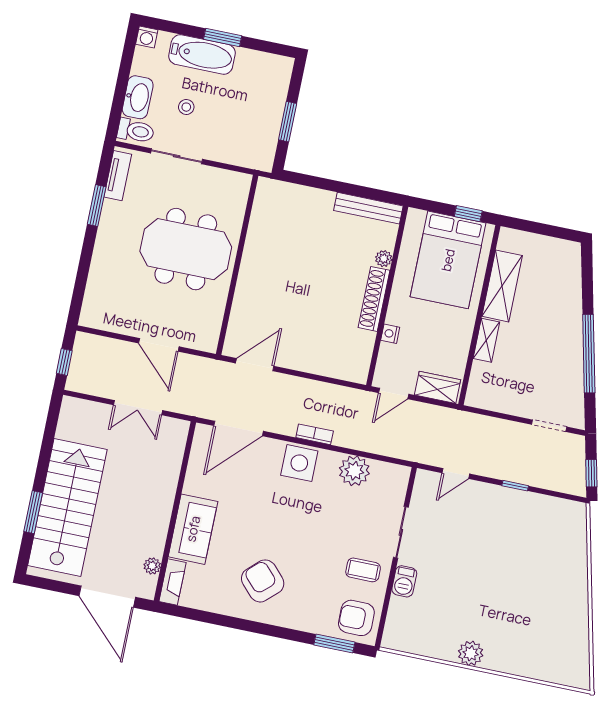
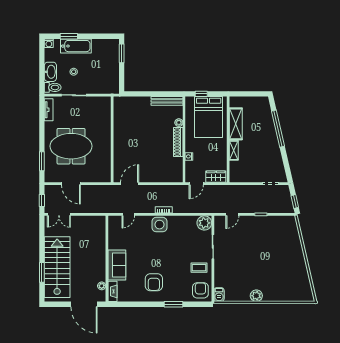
window: (223, 38) -> (69, 36), moved
window: (288, 122) -> (122, 53), moved
window: (97, 205) -> (42, 161), moved
window: (468, 214) -> (201, 94), moved
meeting table: (186, 249) -> (71, 146), moved
door: (159, 345) -> (71, 184), moved
window: (589, 354) -> (278, 129), moved
double door: (138, 408) -> (59, 214), moved
door: (239, 428) -> (128, 214), width x0.53
plant: (354, 471) -> (204, 223), moved
armchair: (263, 581) -> (154, 282), turned -137
barbecue: (404, 581) -> (219, 295), moved
armchair: (356, 618) -> (200, 290), turned 90
window: (334, 644) -> (174, 304), moved

